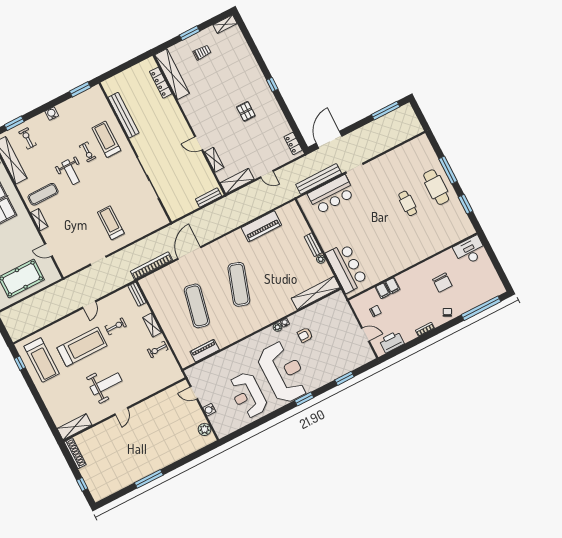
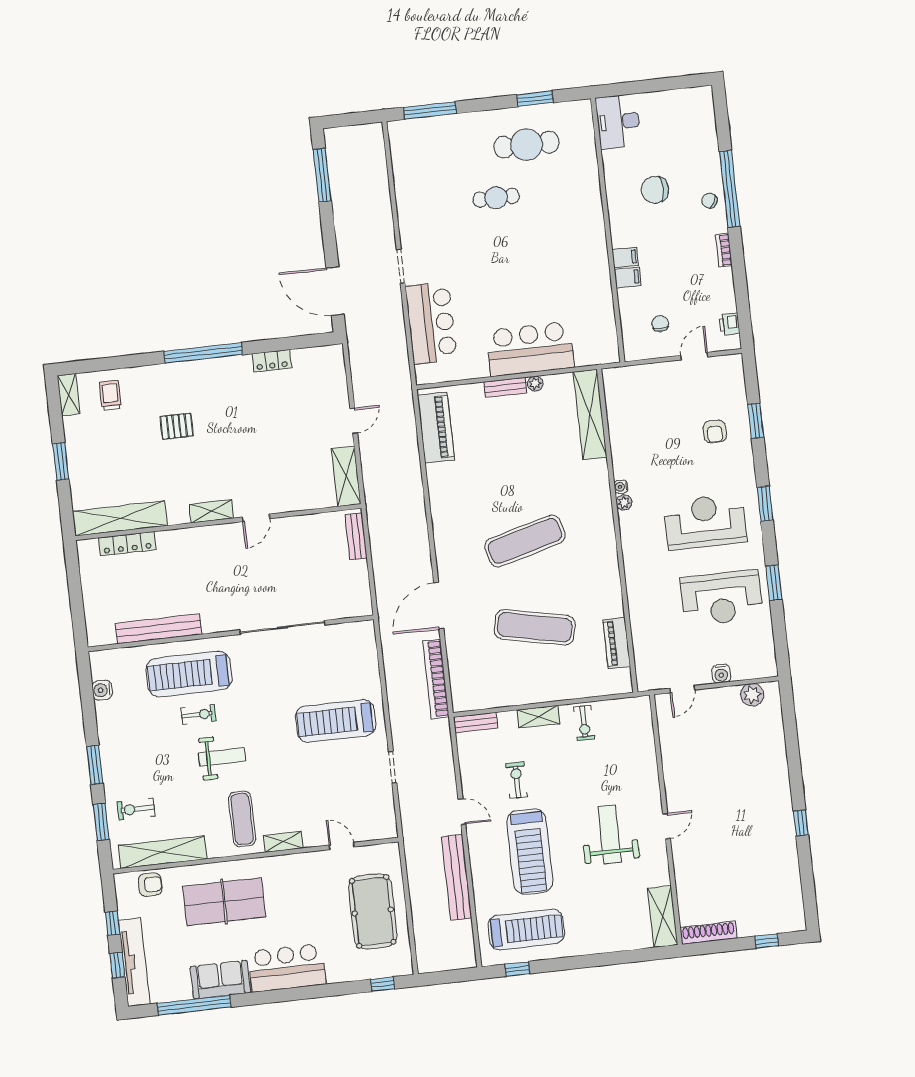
trolley: (202, 52) -> (110, 395), moved
window: (272, 85) -> (203, 353), width x3.17
window: (80, 89) -> (95, 765), moved
pallet: (246, 111) -> (177, 426), moved
water cooler: (52, 114) -> (102, 690), moved
treadmill: (106, 139) -> (189, 674), width x1.37, depth x1.38
locker: (293, 144) -> (272, 361), moved
shelving: (214, 160) -> (211, 511), moved
window: (448, 170) -> (430, 110), moved
bench: (319, 179) -> (457, 877), moved
cafe table: (436, 187) -> (526, 145), moved
treadmill: (111, 223) -> (336, 721), width x1.37, depth x1.38
piano: (261, 226) -> (436, 427), moved
door: (48, 250) -> (342, 846), swing flipped
door: (189, 253) -> (439, 606), hinge flipped
bar counter: (347, 268) -> (530, 349), moved
chair: (442, 283) -> (655, 190), turned 180
exercise mat: (239, 284) -> (525, 541), turned -33
filing cabinet: (383, 291) -> (625, 257), moved
window: (481, 308) -> (730, 189), moved
armchair: (305, 335) -> (715, 431), moved
printer: (392, 342) -> (729, 324), width x0.53, depth x0.68
treadmill: (82, 347) -> (530, 852), turned 180
reception desk: (283, 372) -> (705, 522), width x0.74, depth x0.77
door: (121, 411) -> (666, 826), hinge flipped
window: (266, 419) -> (774, 583), added
window: (149, 479) -> (801, 823), width x0.46

